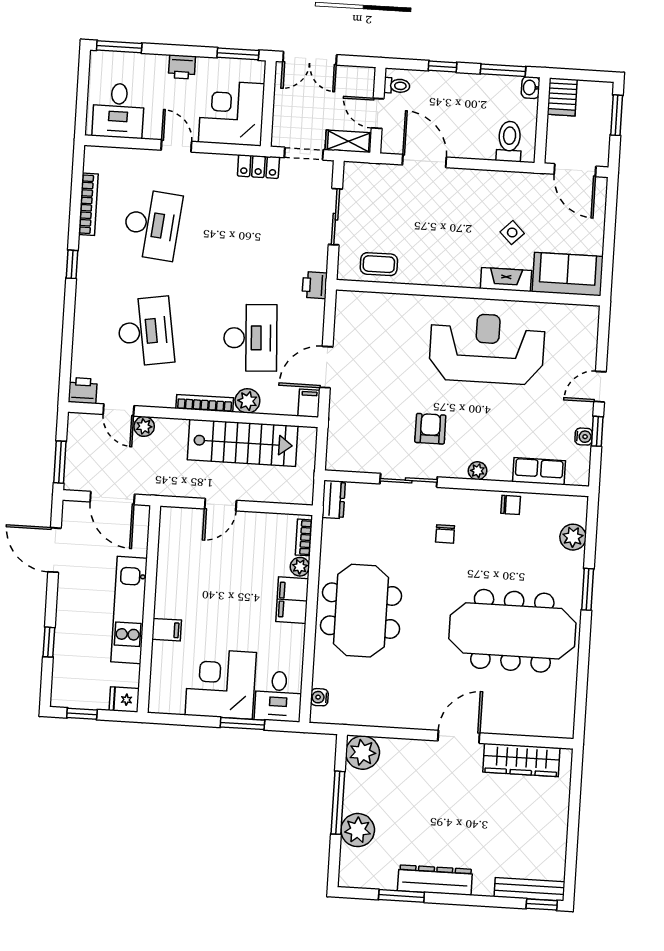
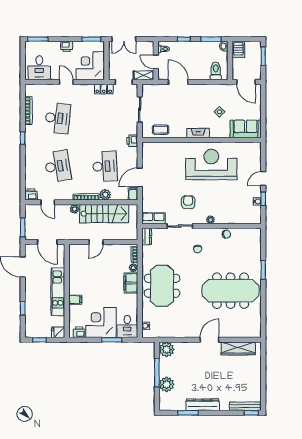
fireplace: (506, 280) -> (198, 133), moved
plant: (144, 426) -> (74, 209), moved
row of seats: (539, 471) -> (153, 218), moved
plant: (573, 537) -> (255, 247), removed
printer: (171, 703) -> (79, 332), added

